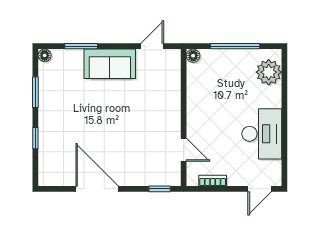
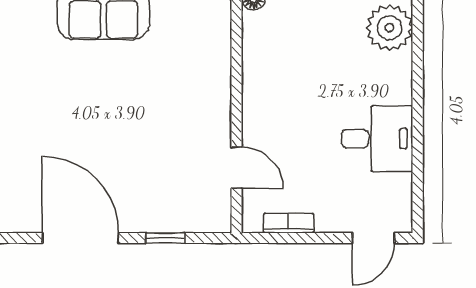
desk: (262, 134) -> (377, 139), width x0.73
window: (160, 189) -> (165, 238), moved

